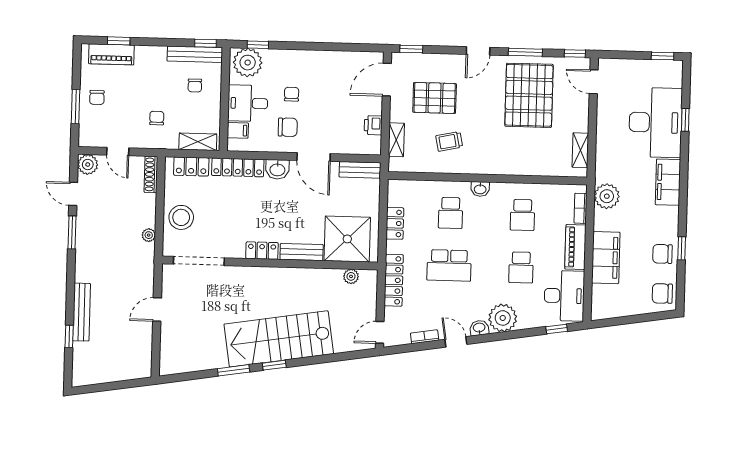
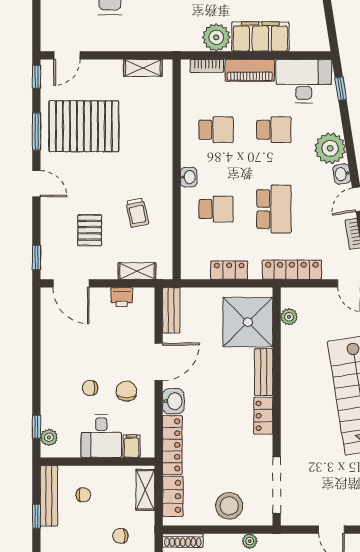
window: (206, 43) -> (36, 516), moved
plant: (248, 63) -> (49, 437), width x0.53, depth x0.53
pallet: (435, 98) -> (90, 230), width x0.67, depth x0.71
plant: (607, 196) -> (216, 37), moved

